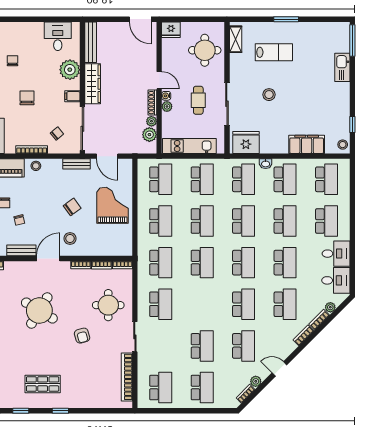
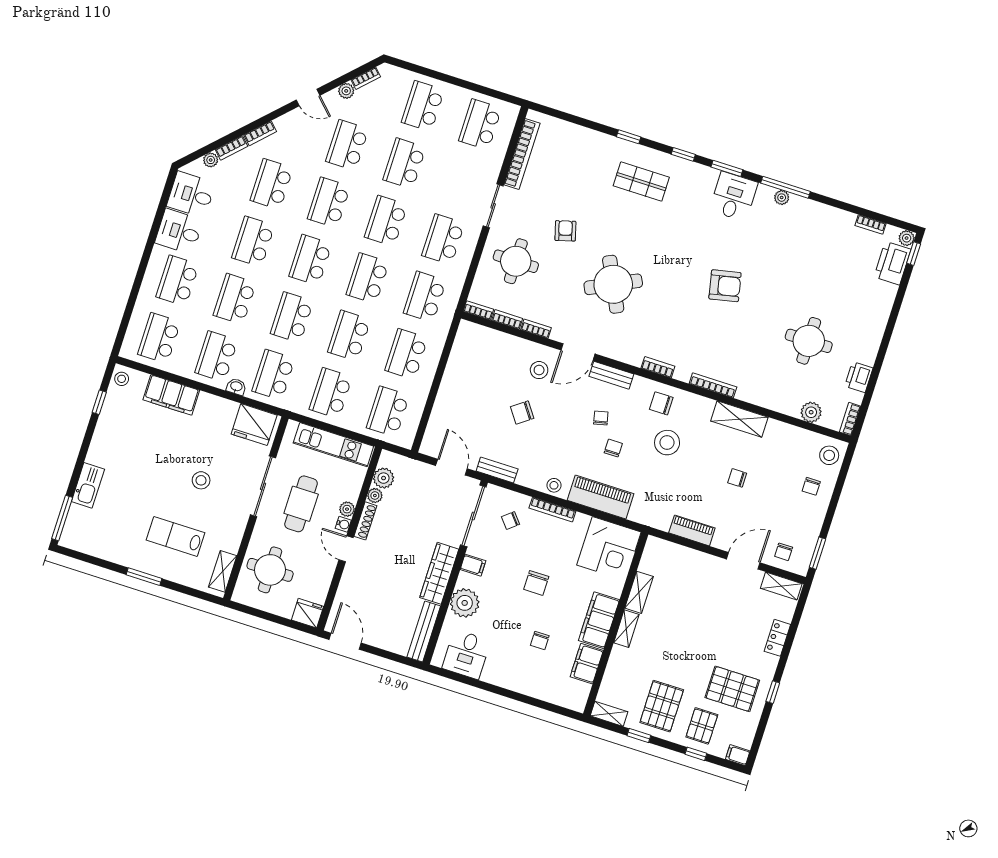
cafe table: (198, 100) -> (301, 504), width x1.37, depth x1.35
grand piano: (113, 205) -> (466, 397), removed
school desk: (202, 304) -> (386, 221), added
round table: (39, 311) -> (613, 284), turned 33

